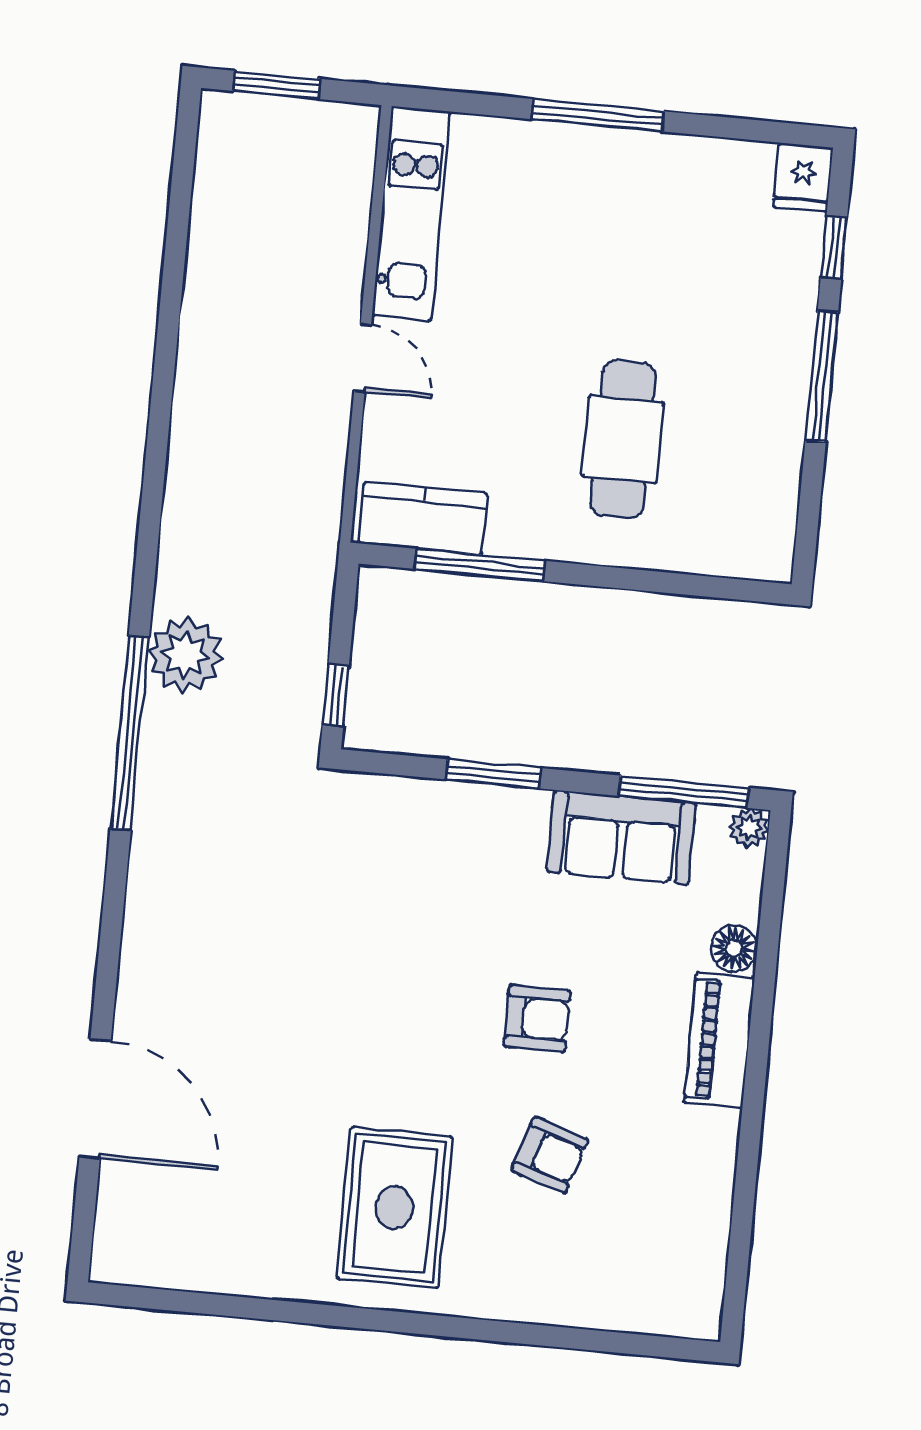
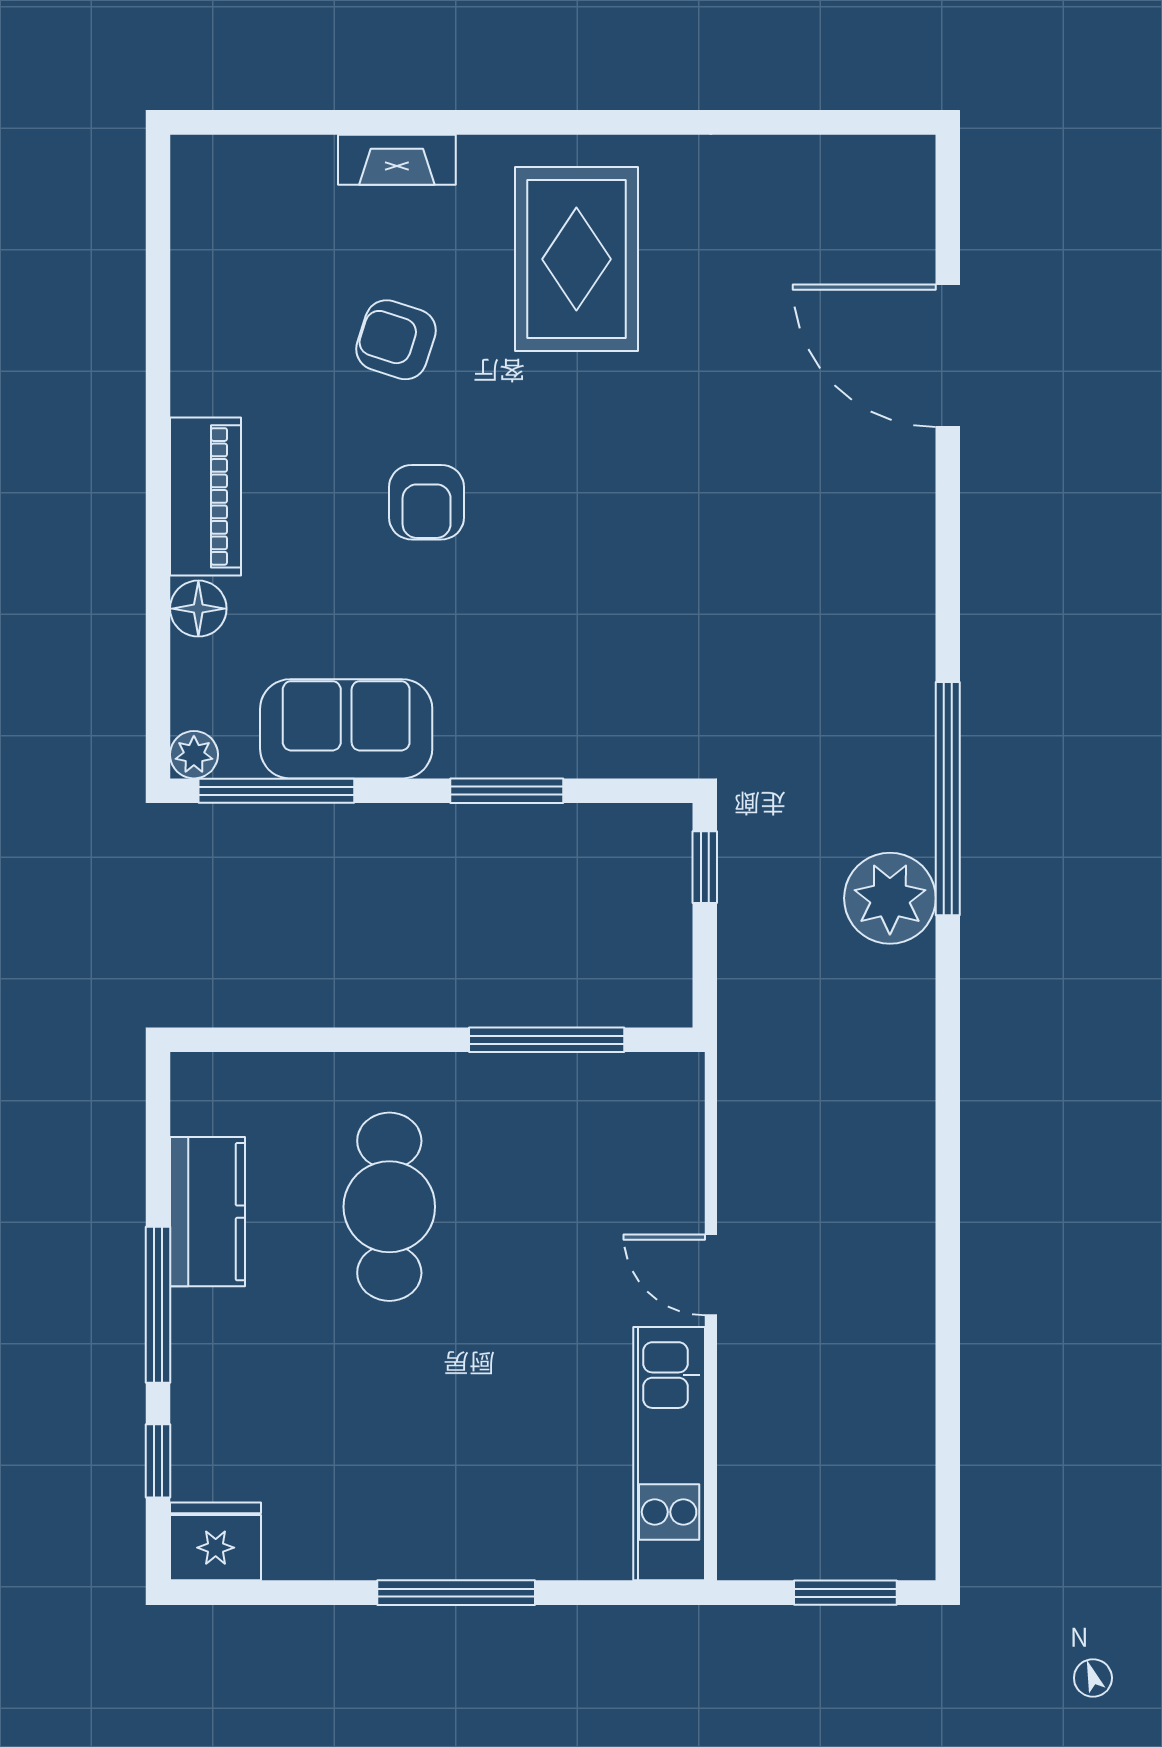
fridge: (803, 177) -> (216, 1541), width x1.38
kitchen counter: (423, 518) -> (208, 1212), moved, turned -90
armchair: (537, 1018) -> (427, 502), turned -90
fireplace: (535, 1304) -> (397, 160), added

